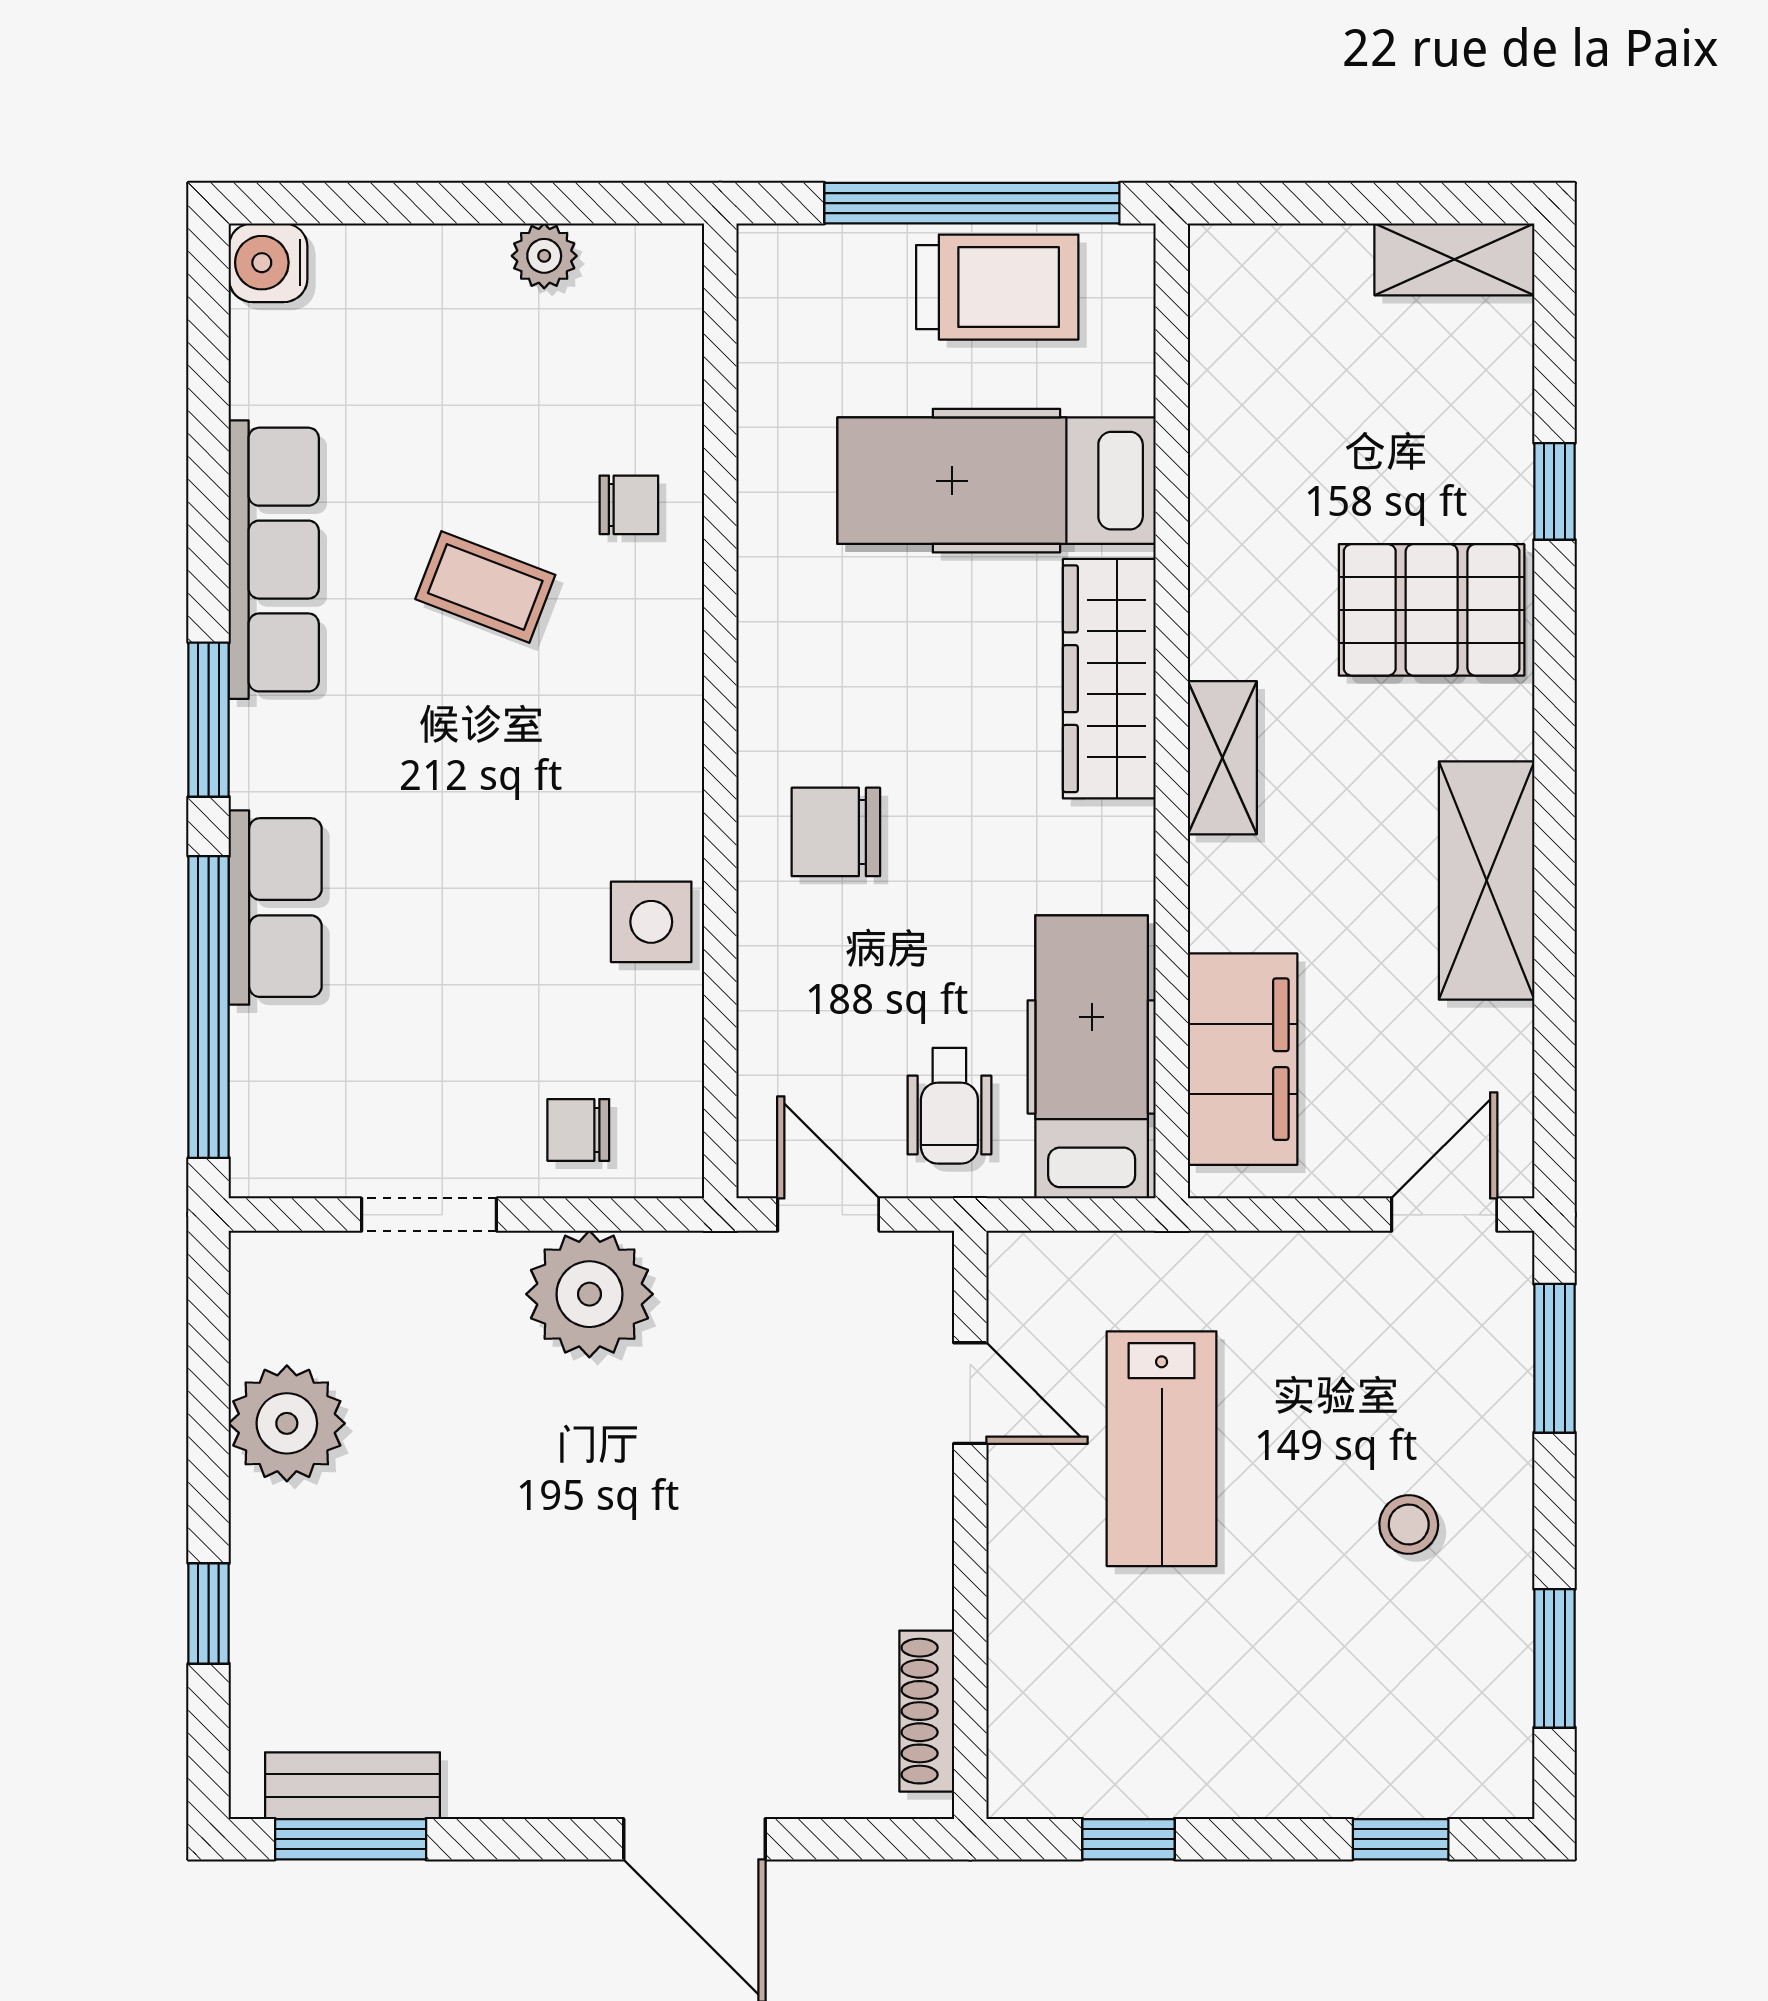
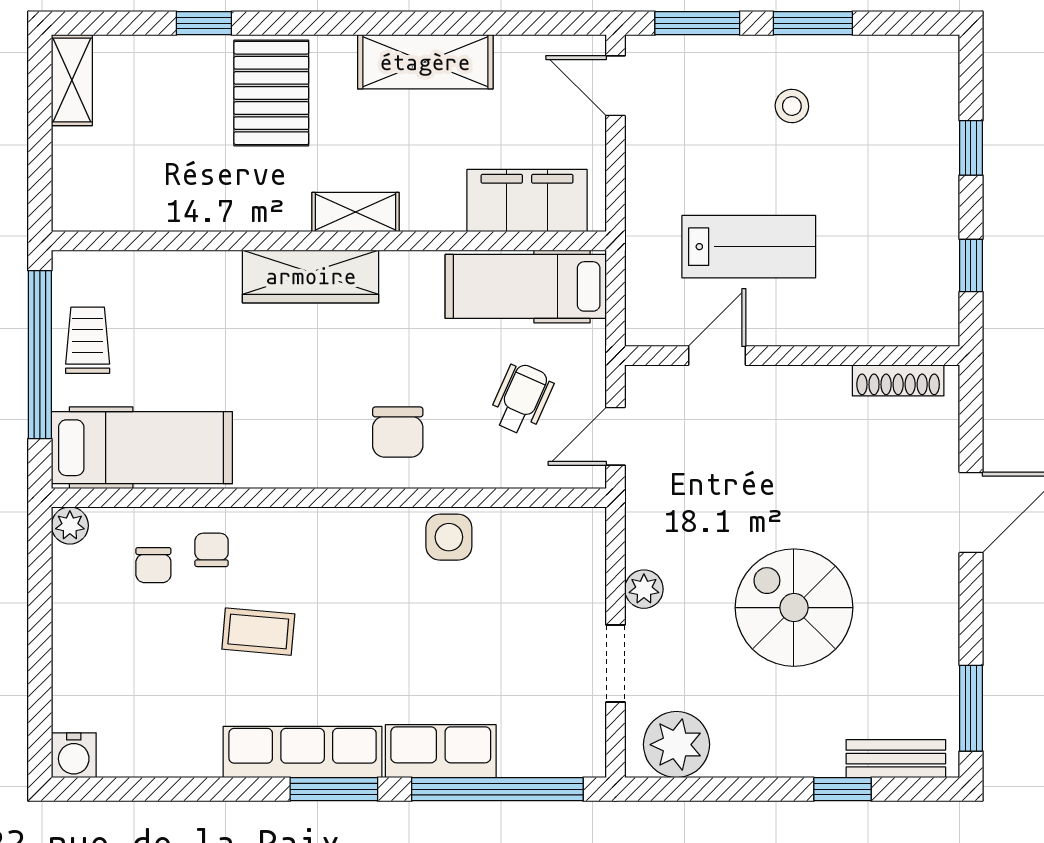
plant: (544, 256) -> (70, 525), moved
trolley: (997, 287) -> (88, 340), width x0.73, depth x0.72
hospital bed: (996, 481) -> (142, 448), moved, turned -90
row of seats: (274, 560) -> (303, 752), moved
coffee table: (485, 587) -> (258, 632), turned 74
wheelchair: (949, 1106) -> (521, 399), moved, turned -66
chair: (578, 1130) -> (153, 565), moved
plant: (589, 1294) -> (644, 589), width x0.53, depth x0.53
plant: (287, 1423) -> (676, 745), moved
spiral stairs: (527, 1528) -> (794, 608), added
window: (1554, 1658) -> (813, 23), moved
bench: (353, 1786) -> (896, 759), moved, turned 90
window: (1401, 1839) -> (971, 148), moved

